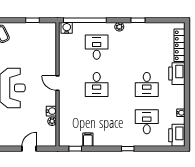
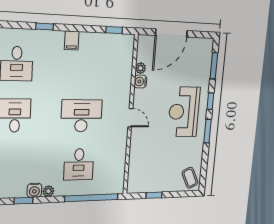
water cooler: (67, 28) -> (34, 190), moved
desk: (97, 84) -> (81, 116), width x1.37
filing cabinet: (88, 140) -> (72, 40), moved
door: (29, 149) -> (171, 33), width x1.88

